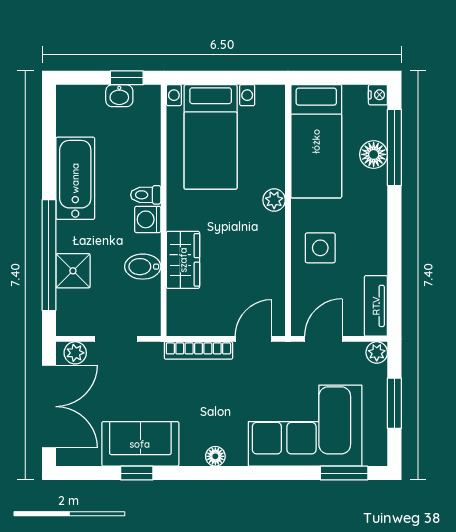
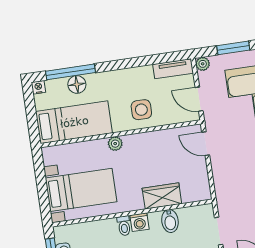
bookcase: (198, 350) -> (218, 178), removed

